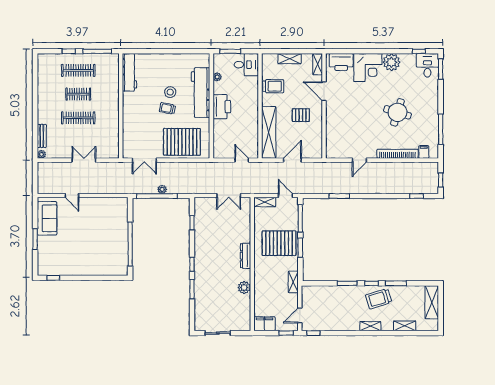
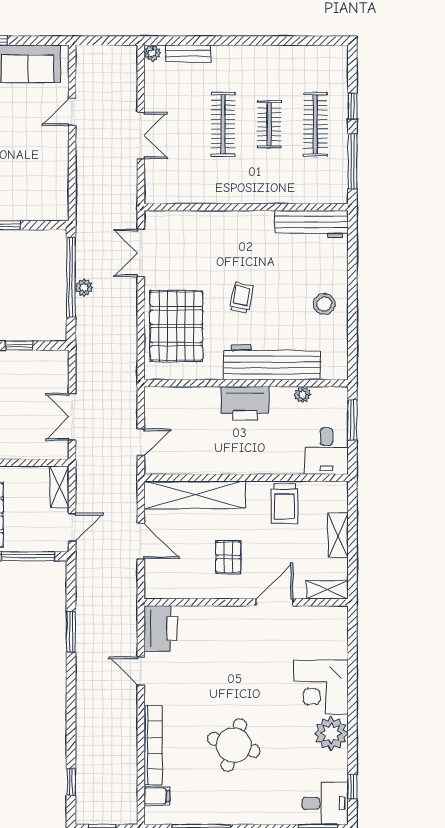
printer: (341, 62) -> (161, 628), moved, turned 180
stool: (170, 92) -> (324, 304), moved

